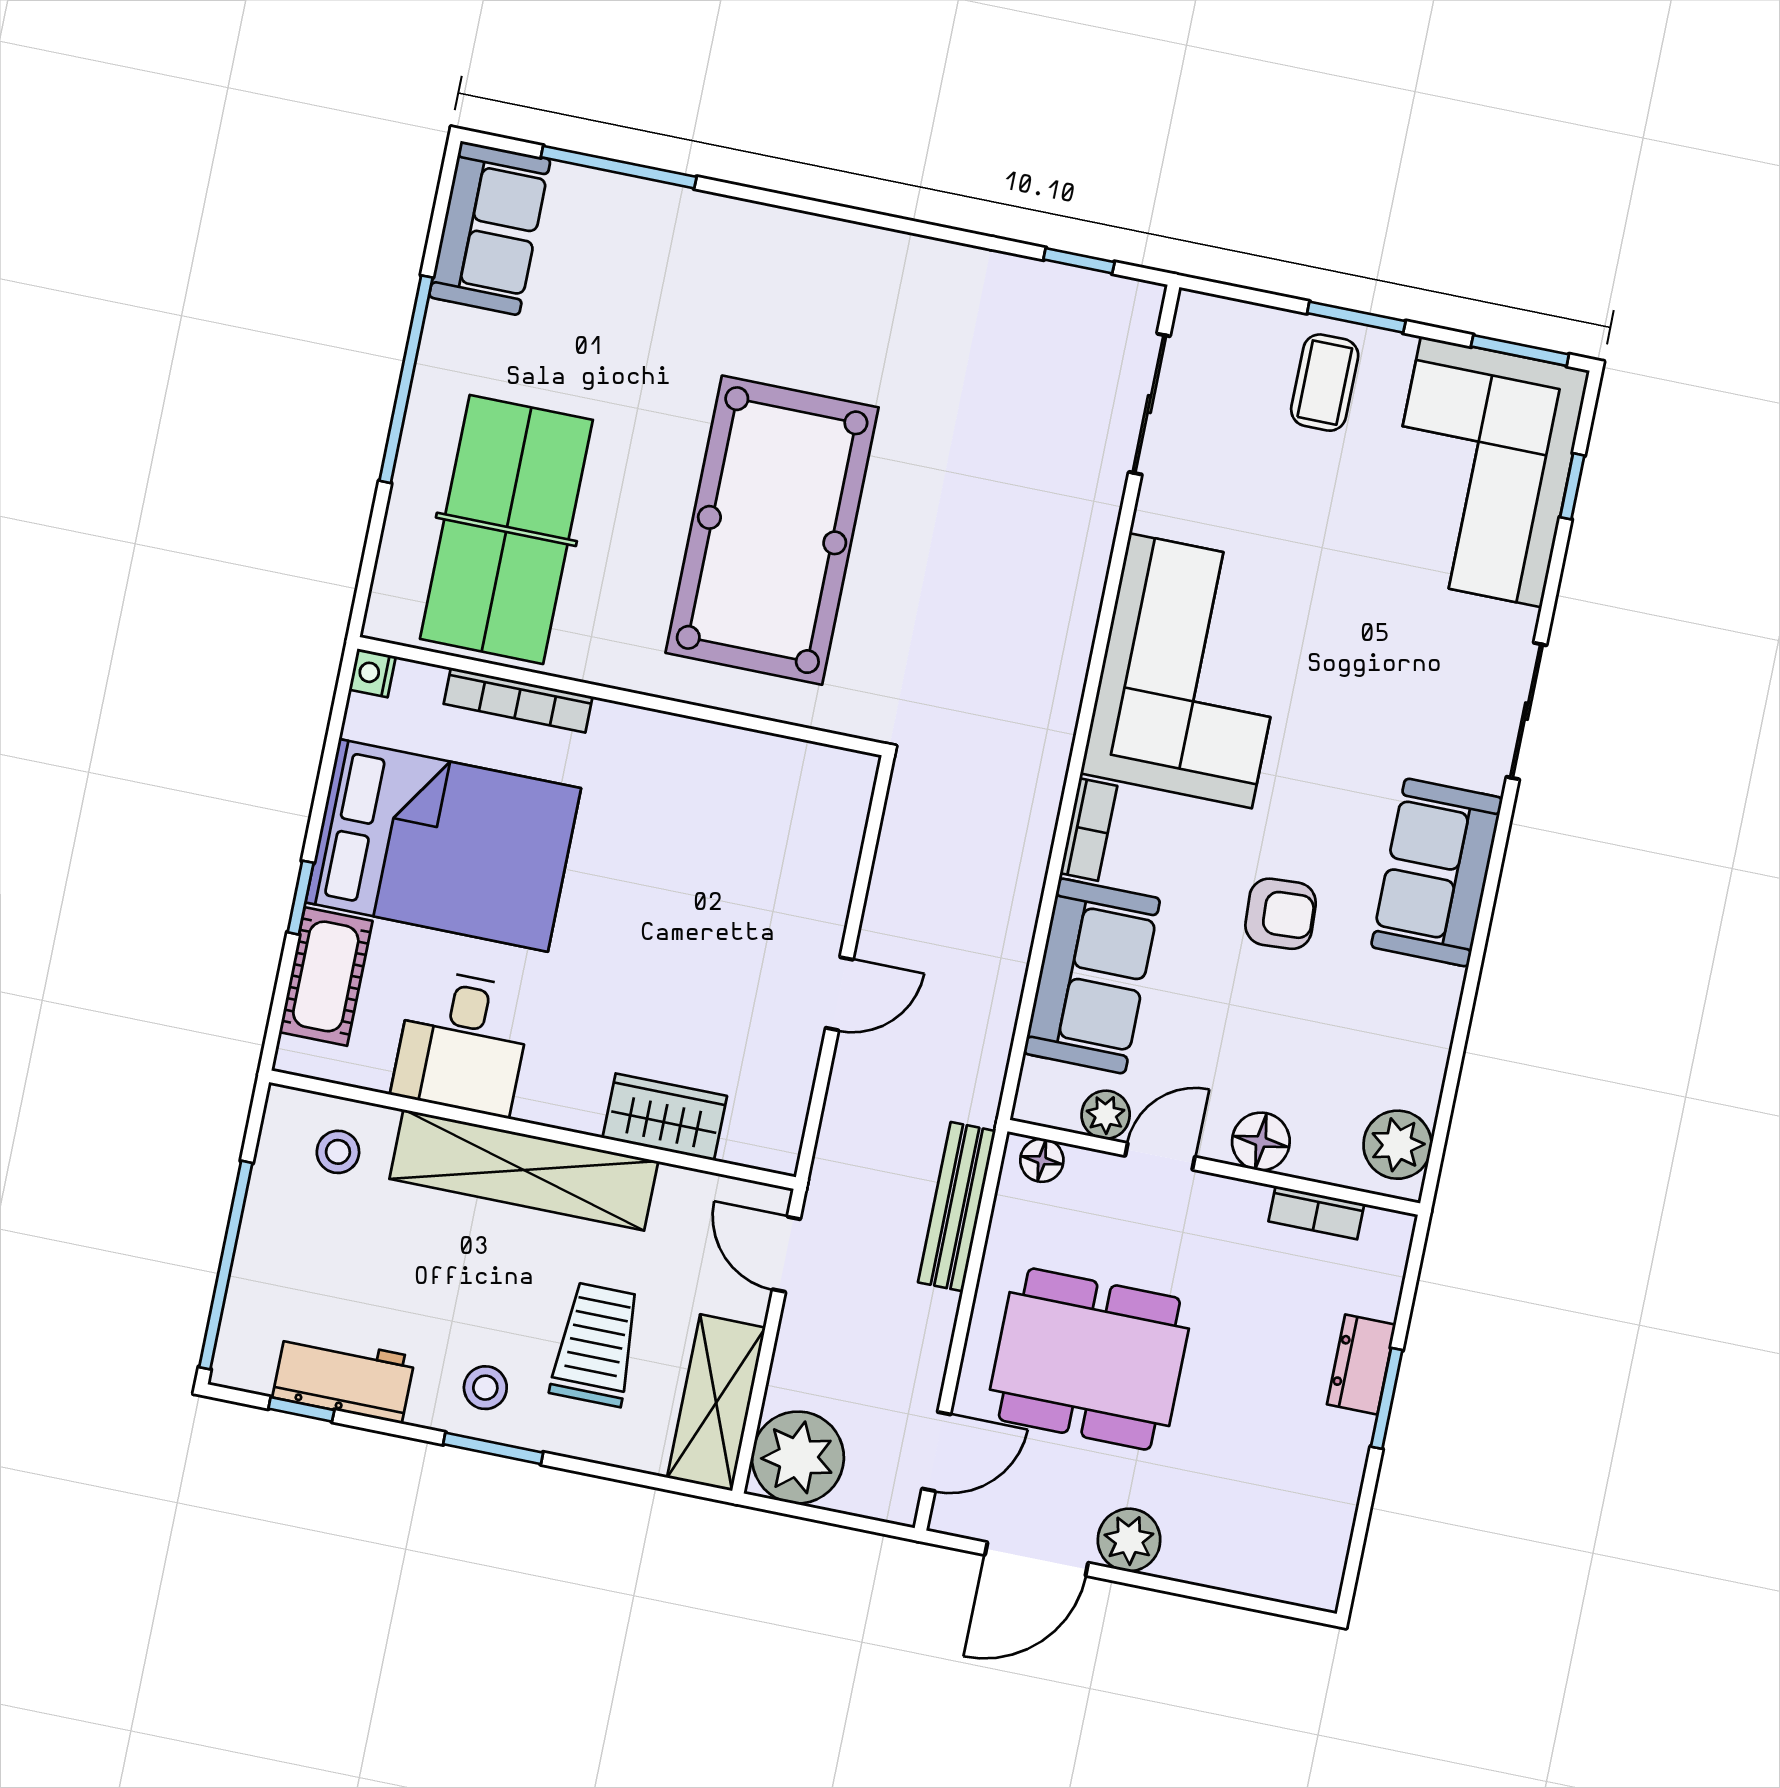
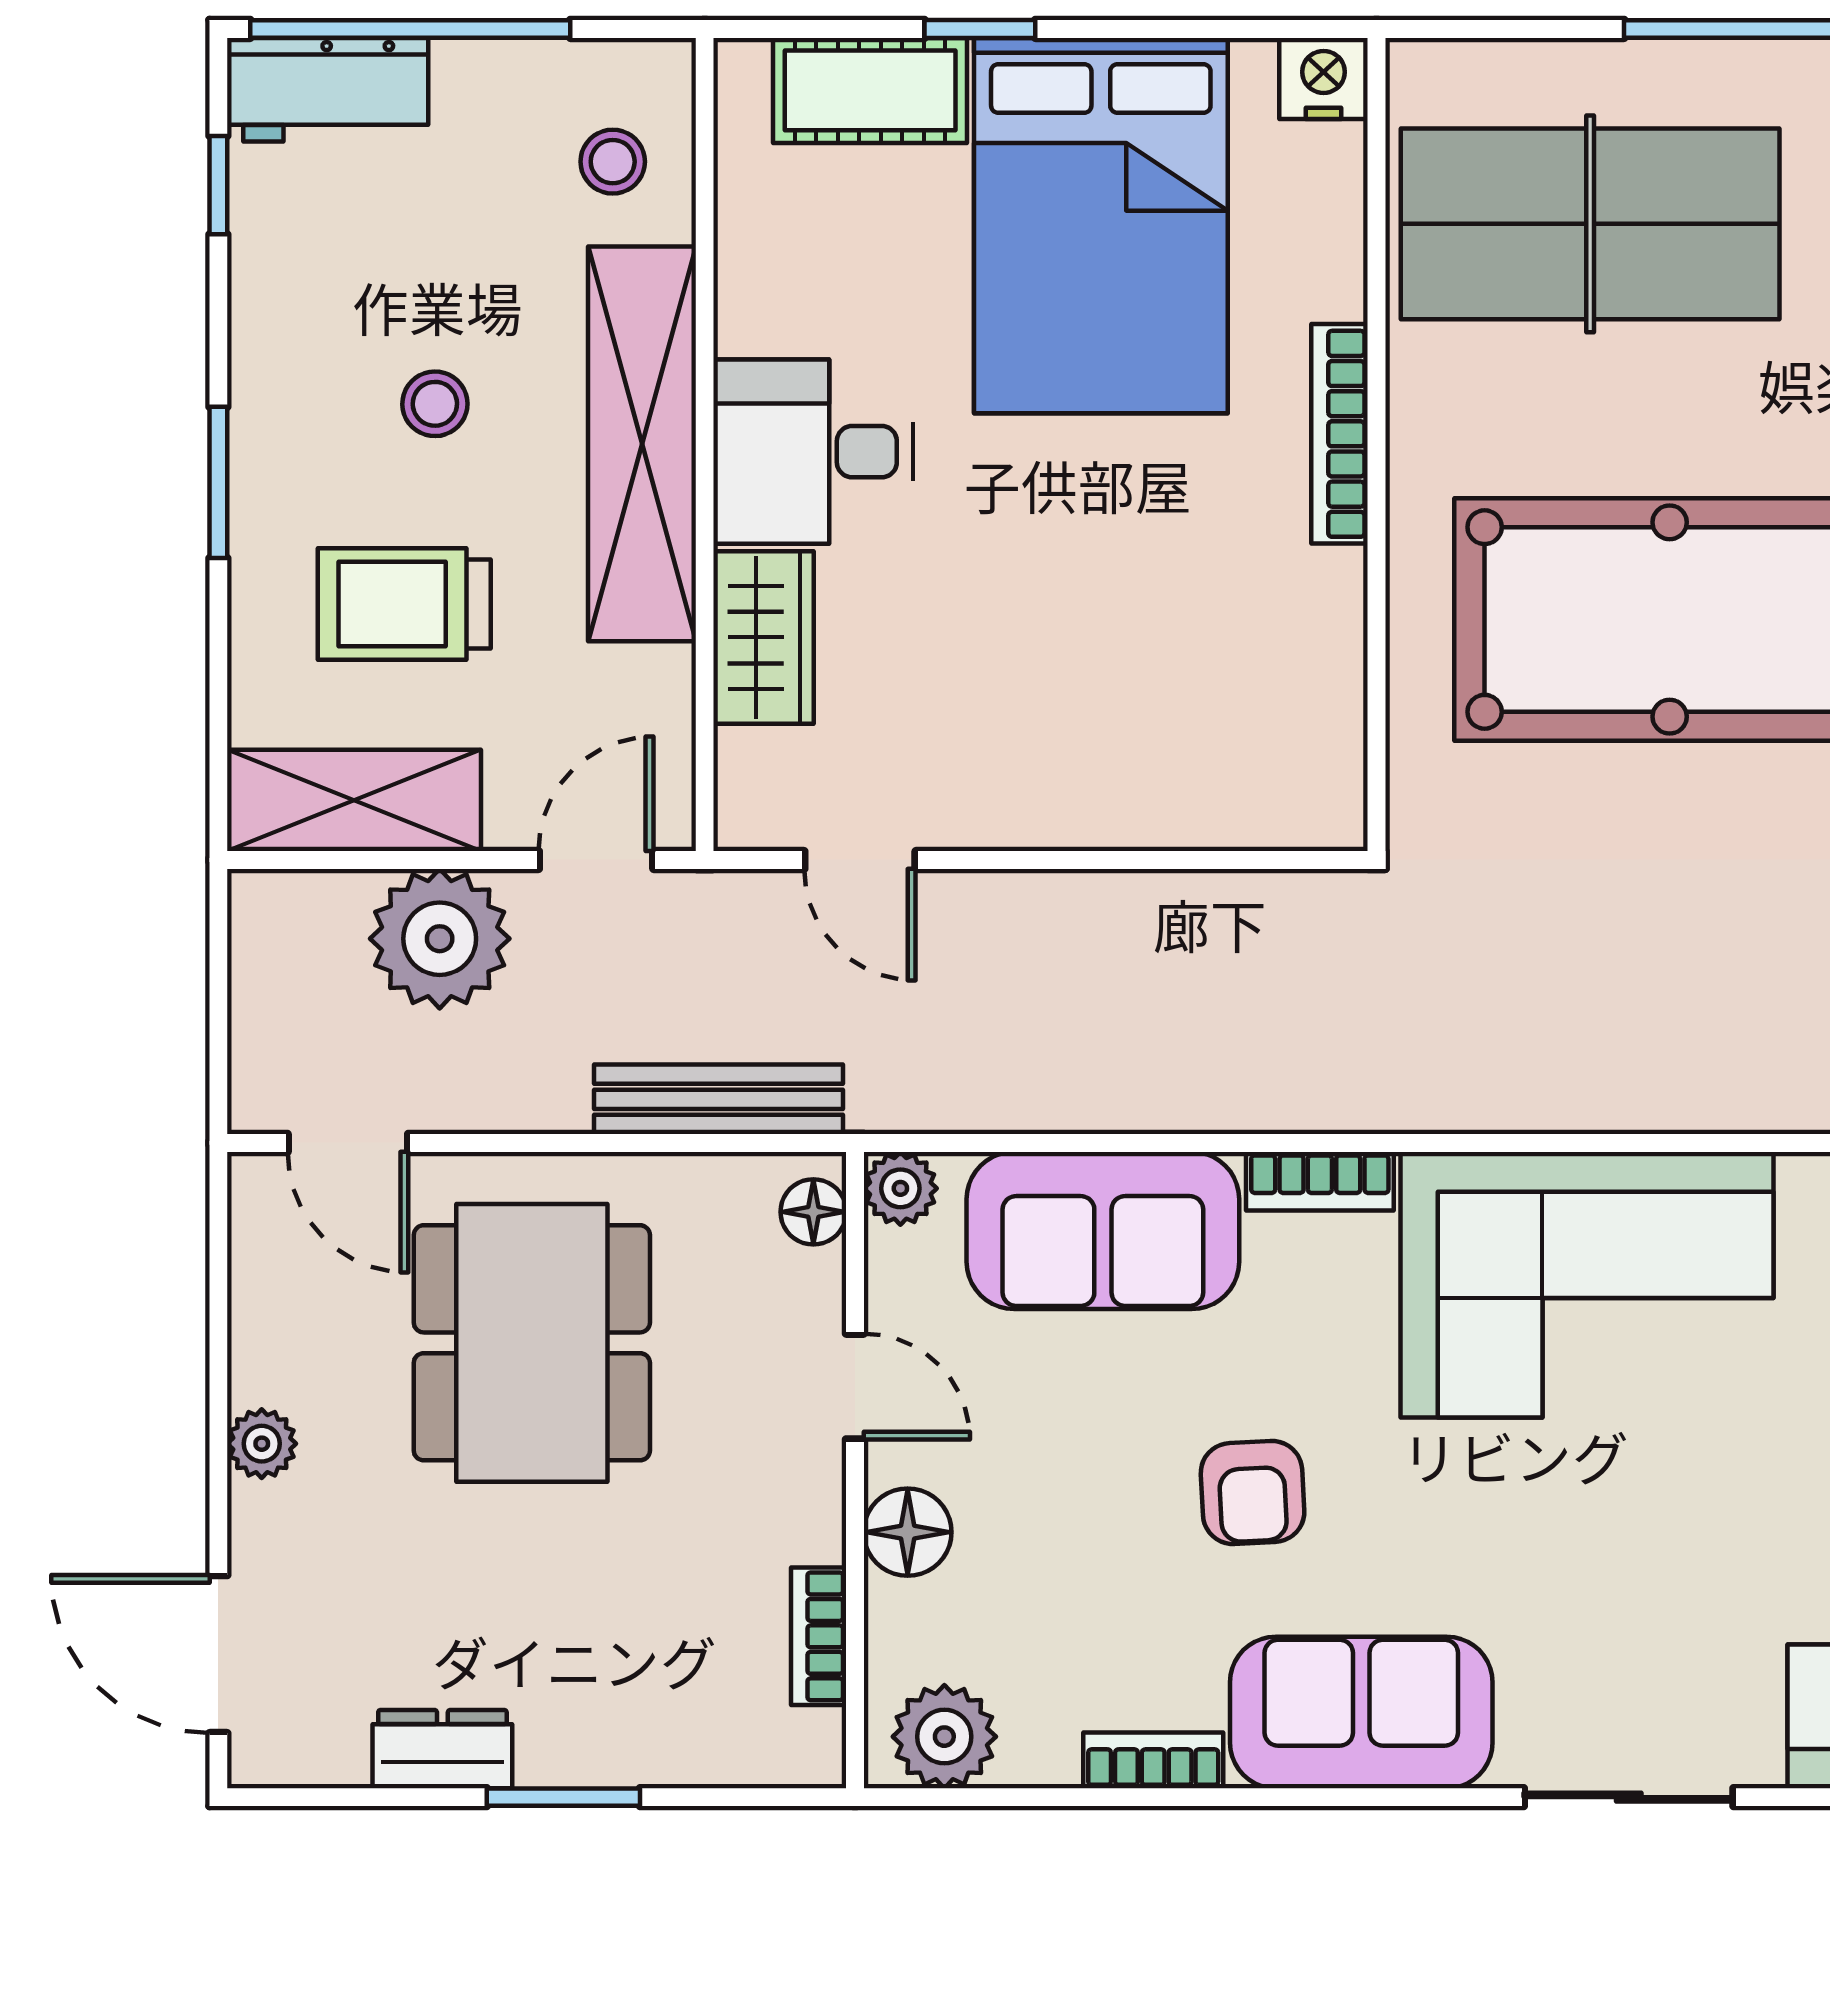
nightstand: (372, 673) -> (1324, 78), width x1.39, depth x1.35
bookcase: (518, 700) -> (1340, 434), moved
door: (839, 994) -> (860, 860), moved
bookcase: (1440, 1013) -> (1153, 1760), added
desk: (462, 1043) -> (813, 452), moved
plant: (1106, 1115) -> (900, 1188), moved
trolley: (596, 1344) -> (404, 604), turned 180
dresser: (1361, 1364) -> (442, 1749), moved
workbench: (344, 1377) -> (328, 90), moved, turned 90
stool: (485, 1388) -> (435, 404), moved
plant: (798, 1458) -> (440, 939), moved
plant: (1129, 1540) -> (262, 1444), width x0.73, depth x0.73
door: (1036, 1559) -> (218, 1654), moved

